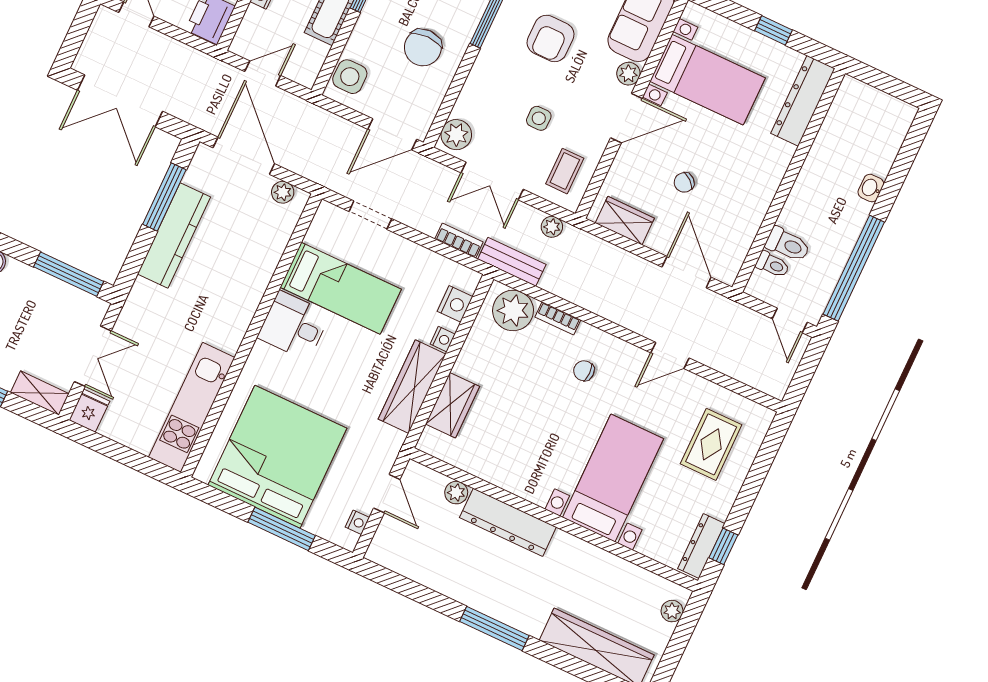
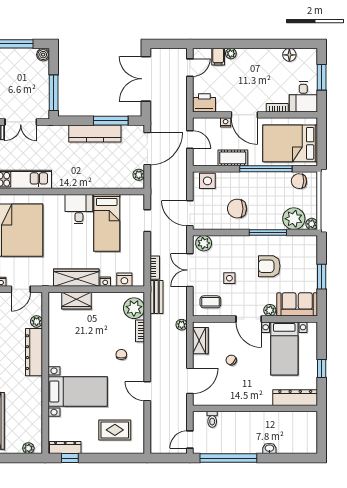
plant: (552, 227) -> (182, 325), moved
toilet: (788, 245) -> (225, 422), removed

